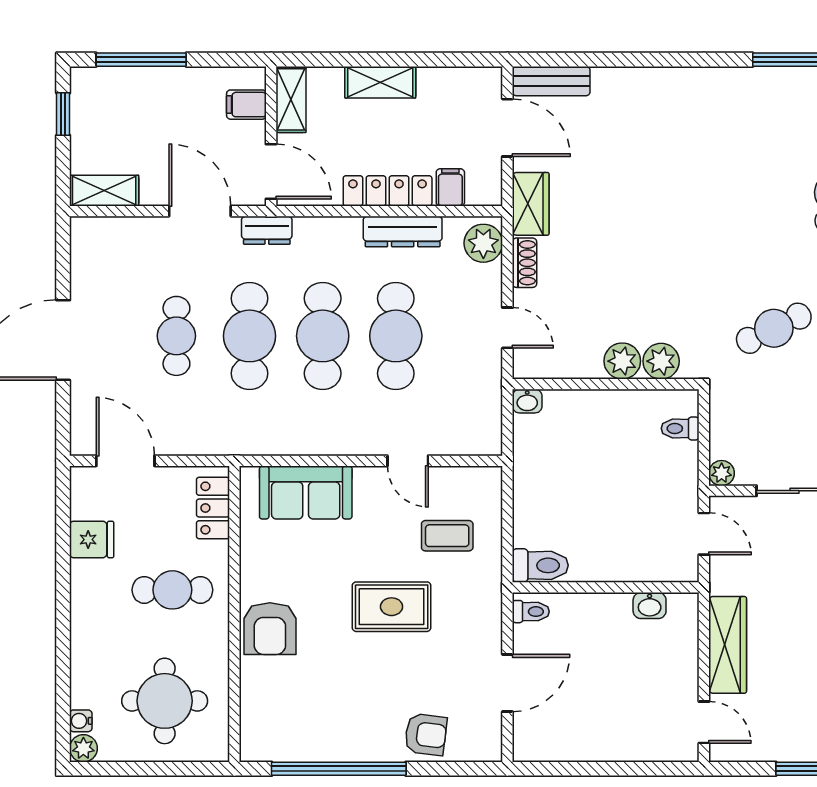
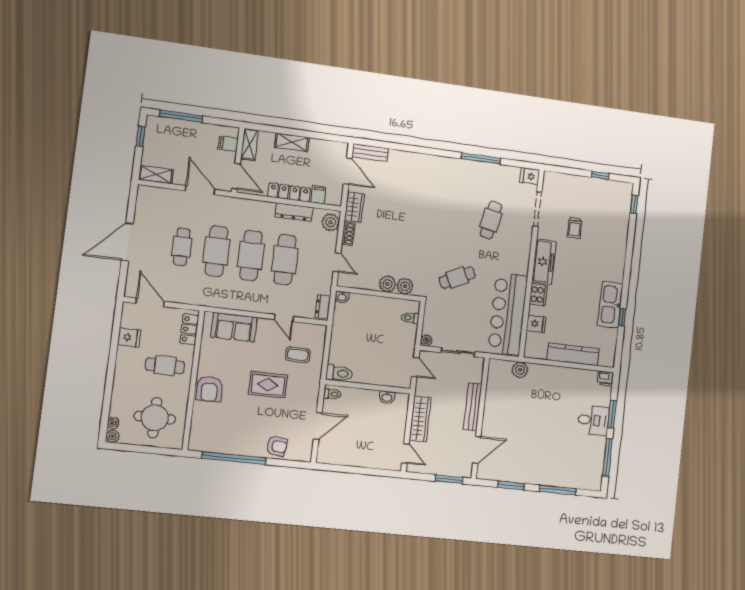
dresser: (267, 230) -> (323, 307), moved, turned 90

